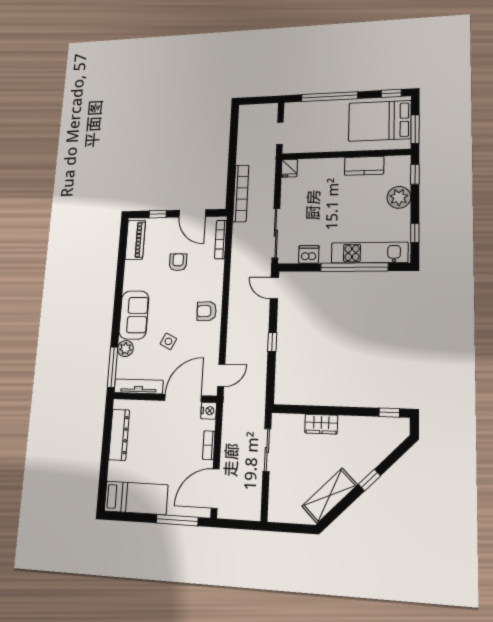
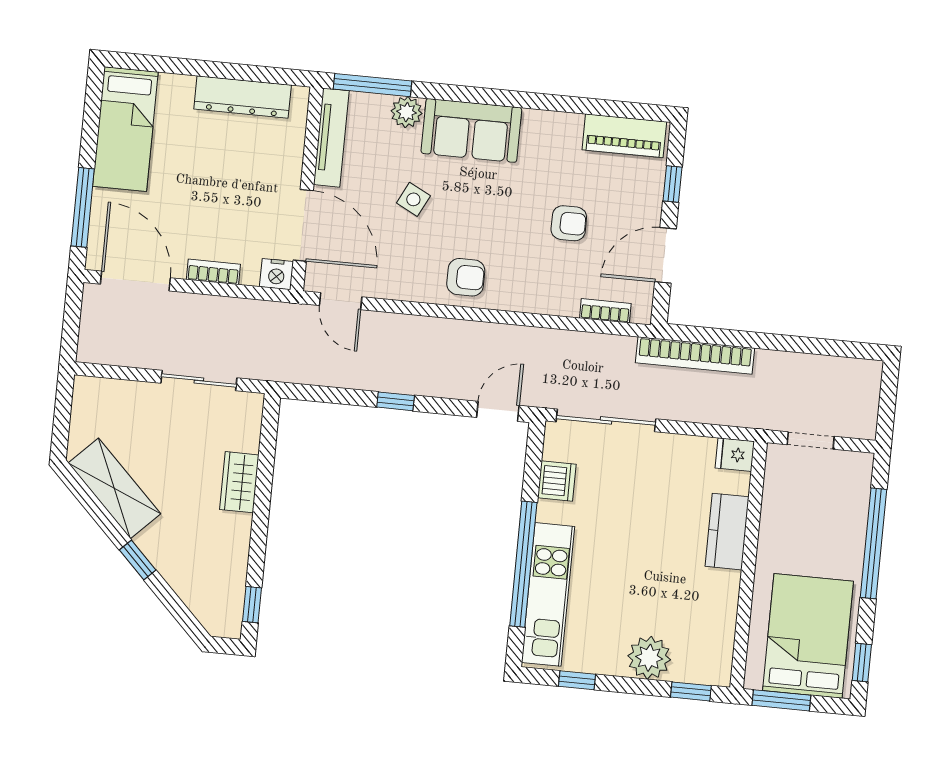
kitchen counter: (364, 166) -> (727, 532), moved
bookcase: (221, 240) -> (605, 311), width x0.64
armchair: (207, 311) -> (466, 277), turned 92

